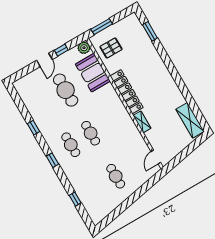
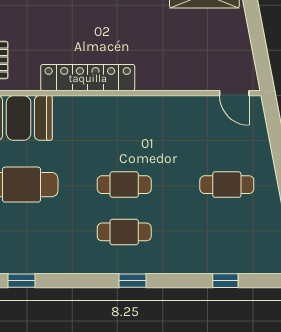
shelving: (142, 122) -> (157, 81), removed
window: (34, 128) -> (21, 281), moved

